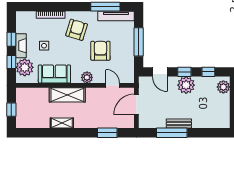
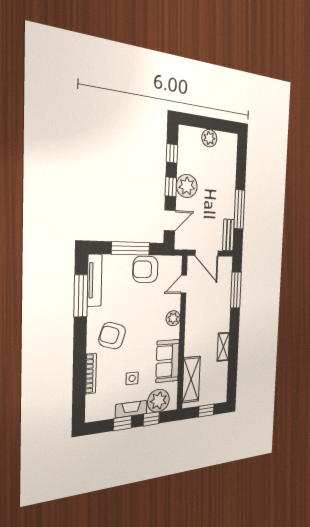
armchair: (100, 51) -> (145, 269), moved
plant: (223, 87) -> (209, 138), moved
shelving: (67, 95) -> (191, 379), moved
bench: (179, 123) -> (228, 235), moved
window: (107, 133) -> (236, 290), width x1.44

